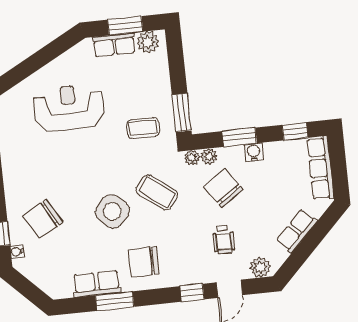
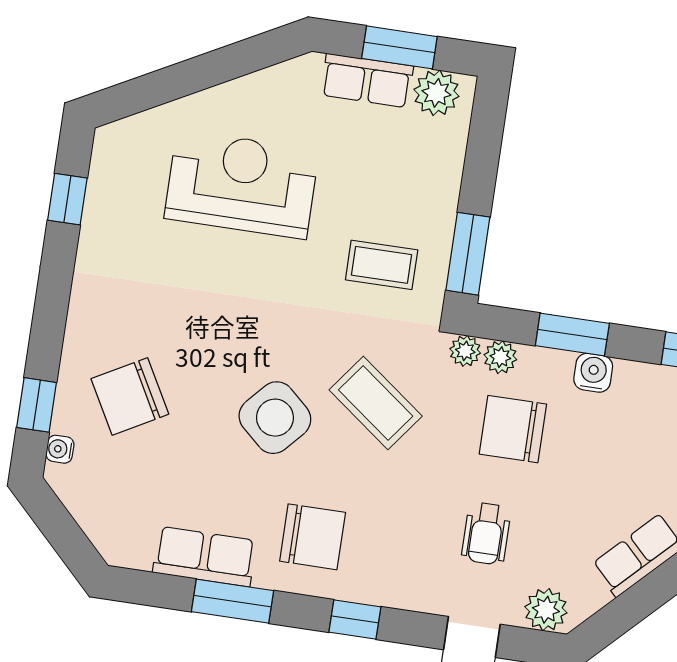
chair: (223, 188) -> (513, 429), turned -55
chair: (144, 262) -> (313, 537), turned 180
window: (192, 293) -> (355, 619), moved

